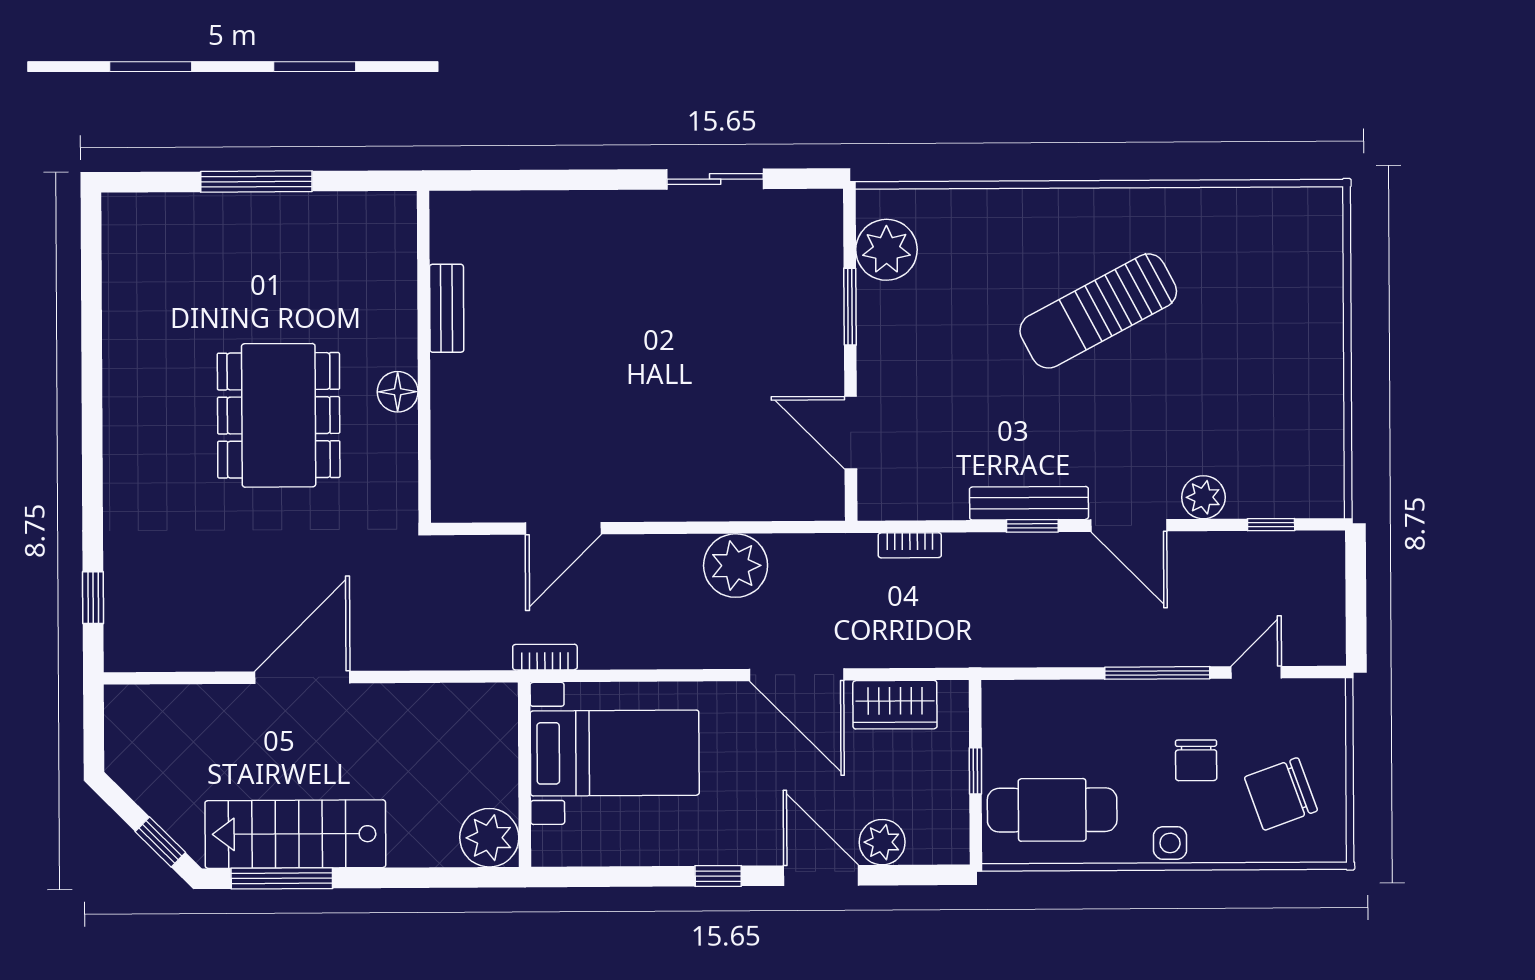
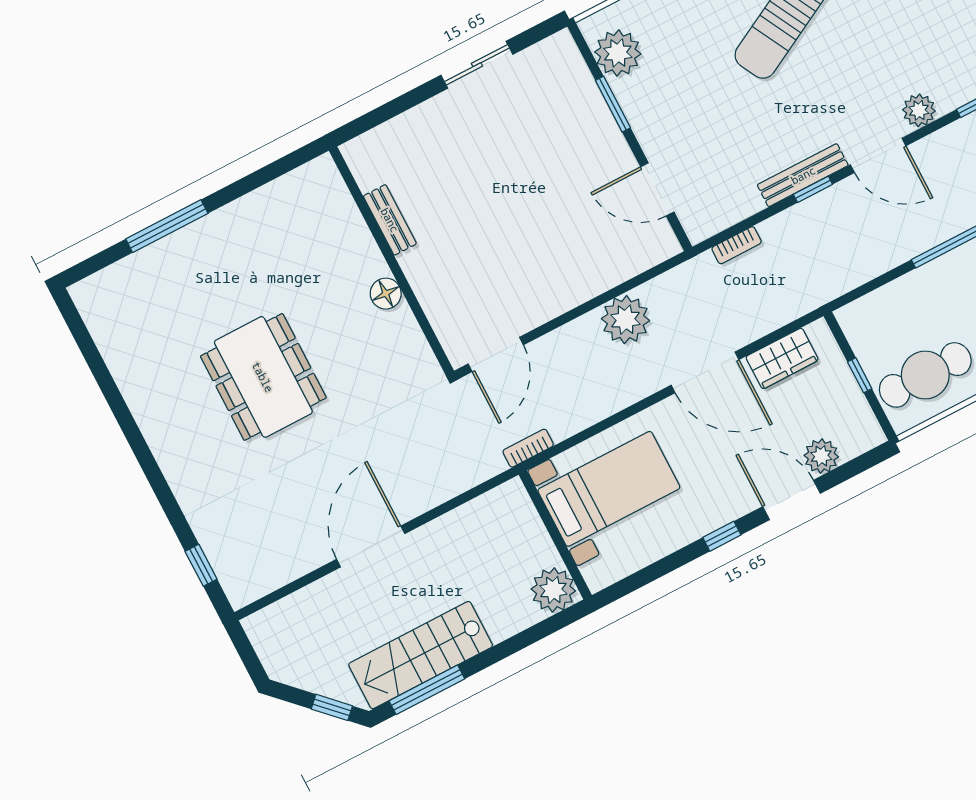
bench: (447, 308) -> (390, 220), moved
wall: (424, 357) -> (391, 261), moved
floor lamp: (398, 392) -> (386, 294), moved

